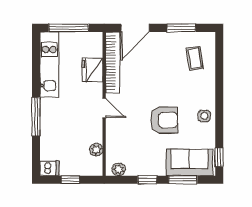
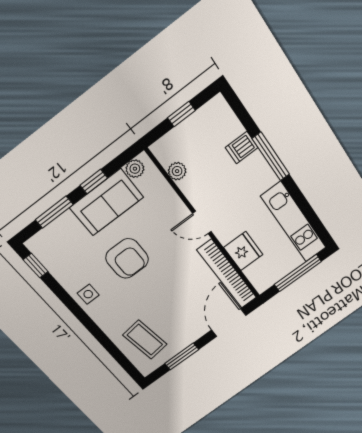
coffee table: (195, 58) -> (145, 340), width x1.36, depth x1.30
armchair: (164, 120) -> (127, 258), turned -90
sofa: (189, 162) -> (107, 202), moved
dishwasher: (50, 168) -> (242, 148), moved

